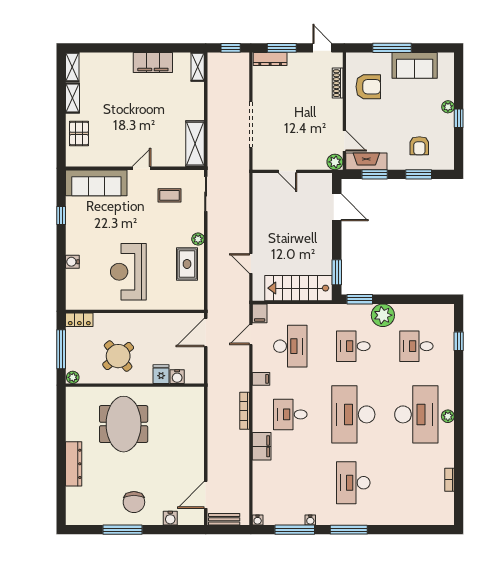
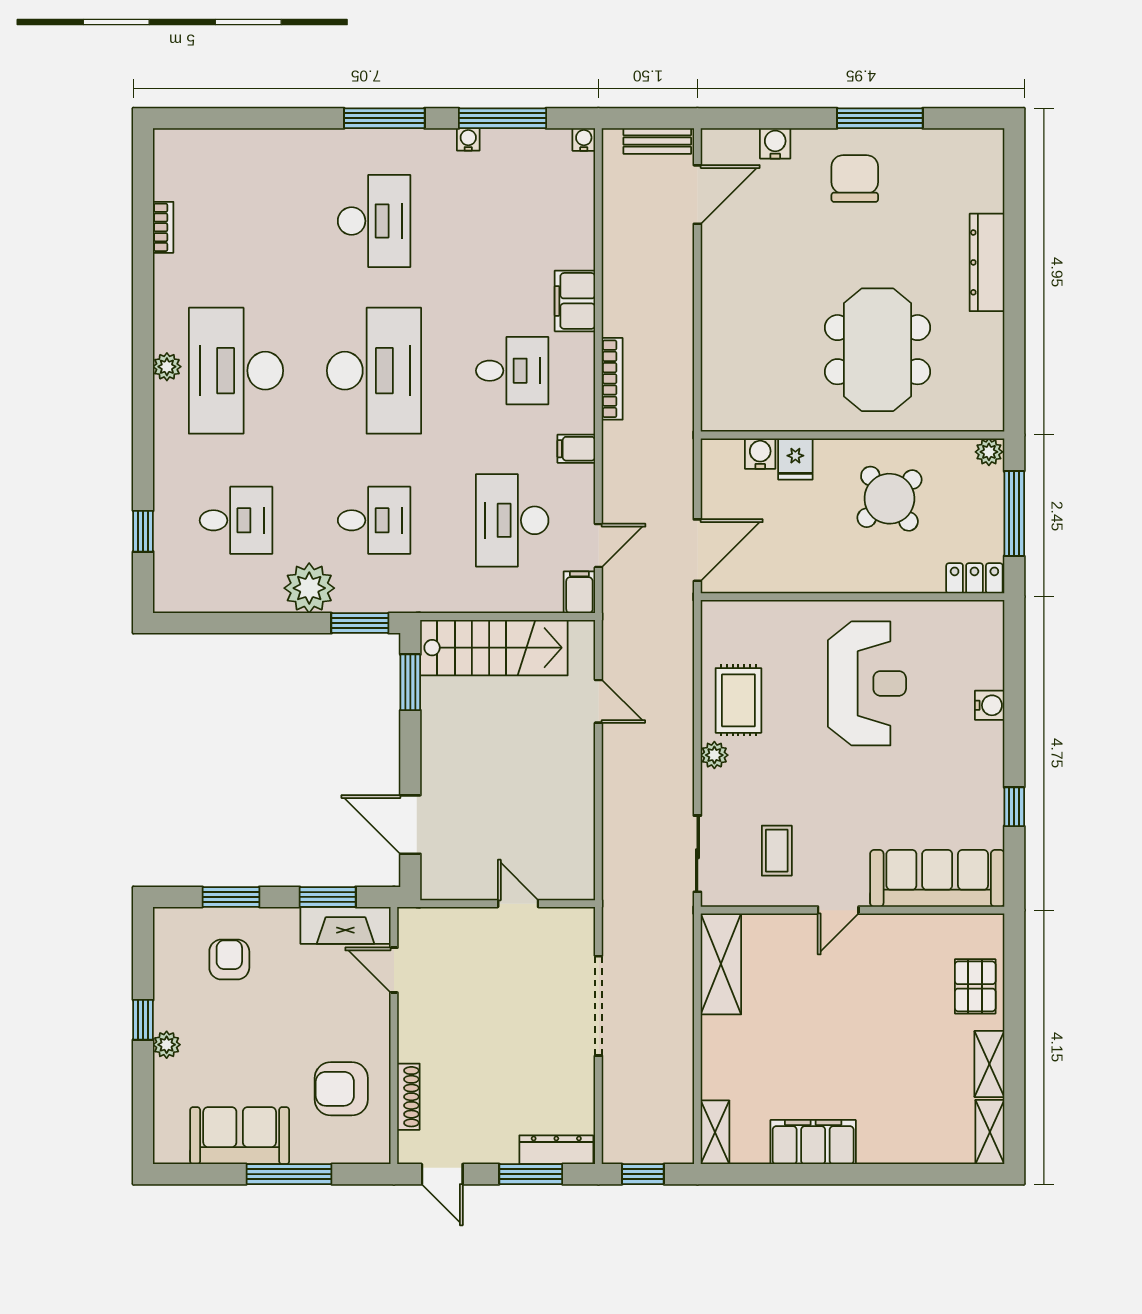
plant: (335, 162) -> (414, 924), removed
coffee table: (170, 195) -> (777, 851), turned 90

